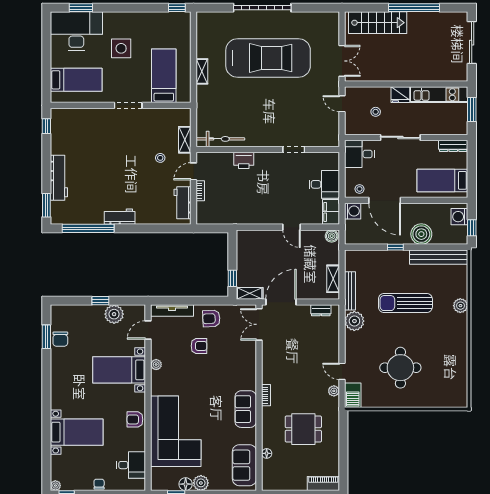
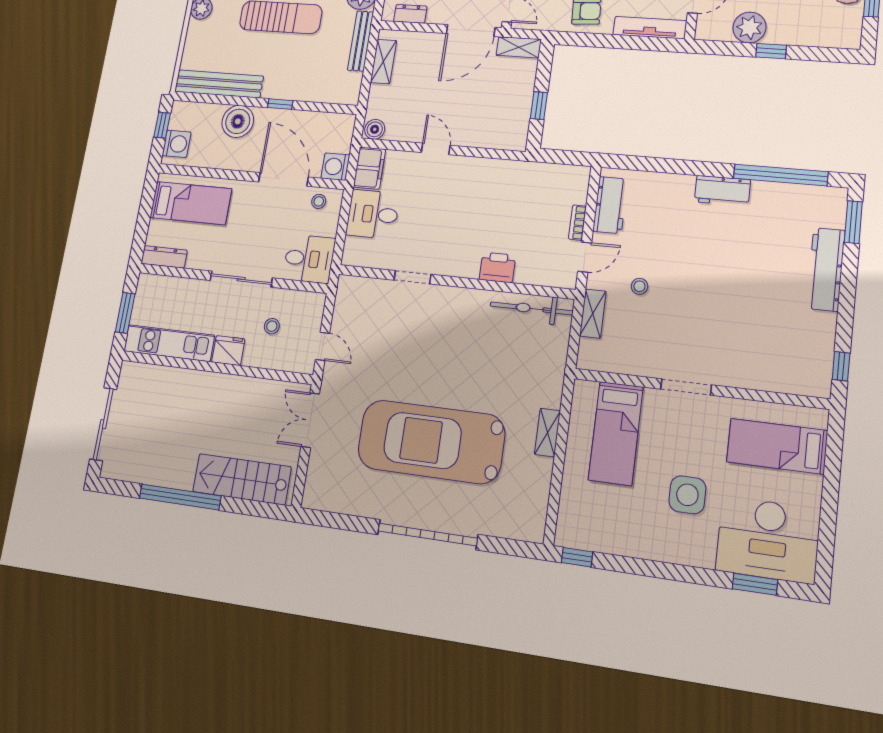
window: (232, 278) -> (539, 106), moved

